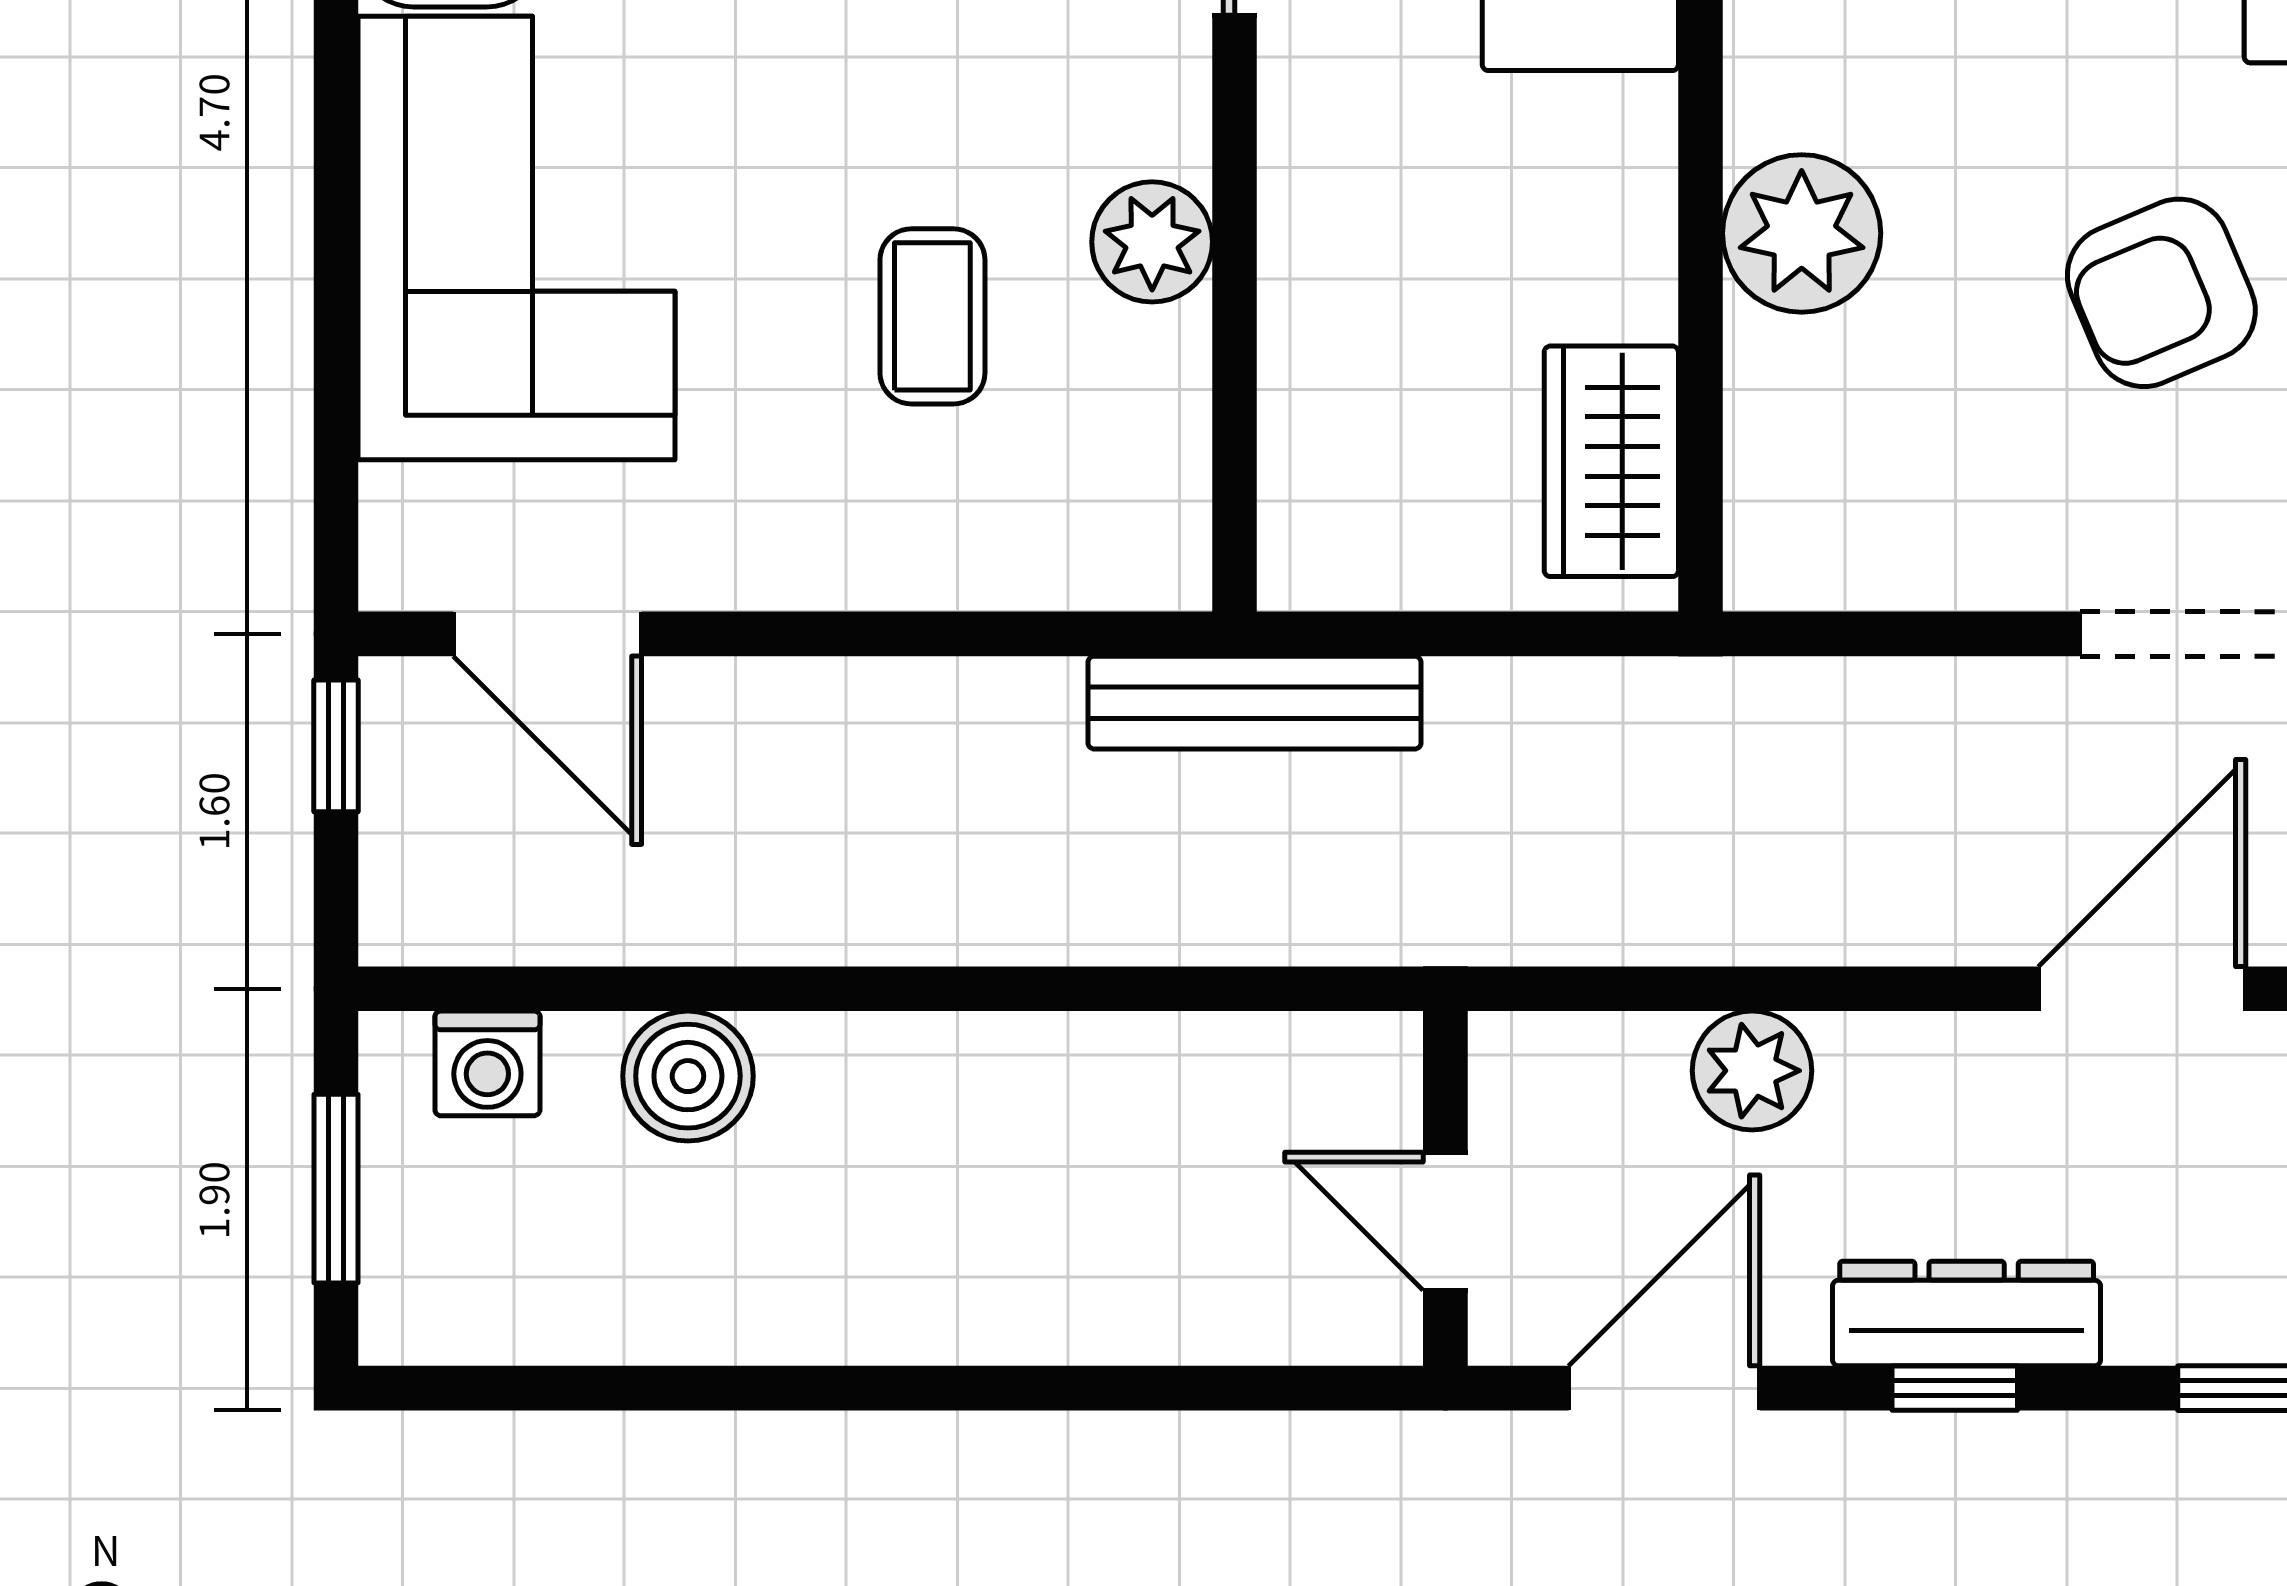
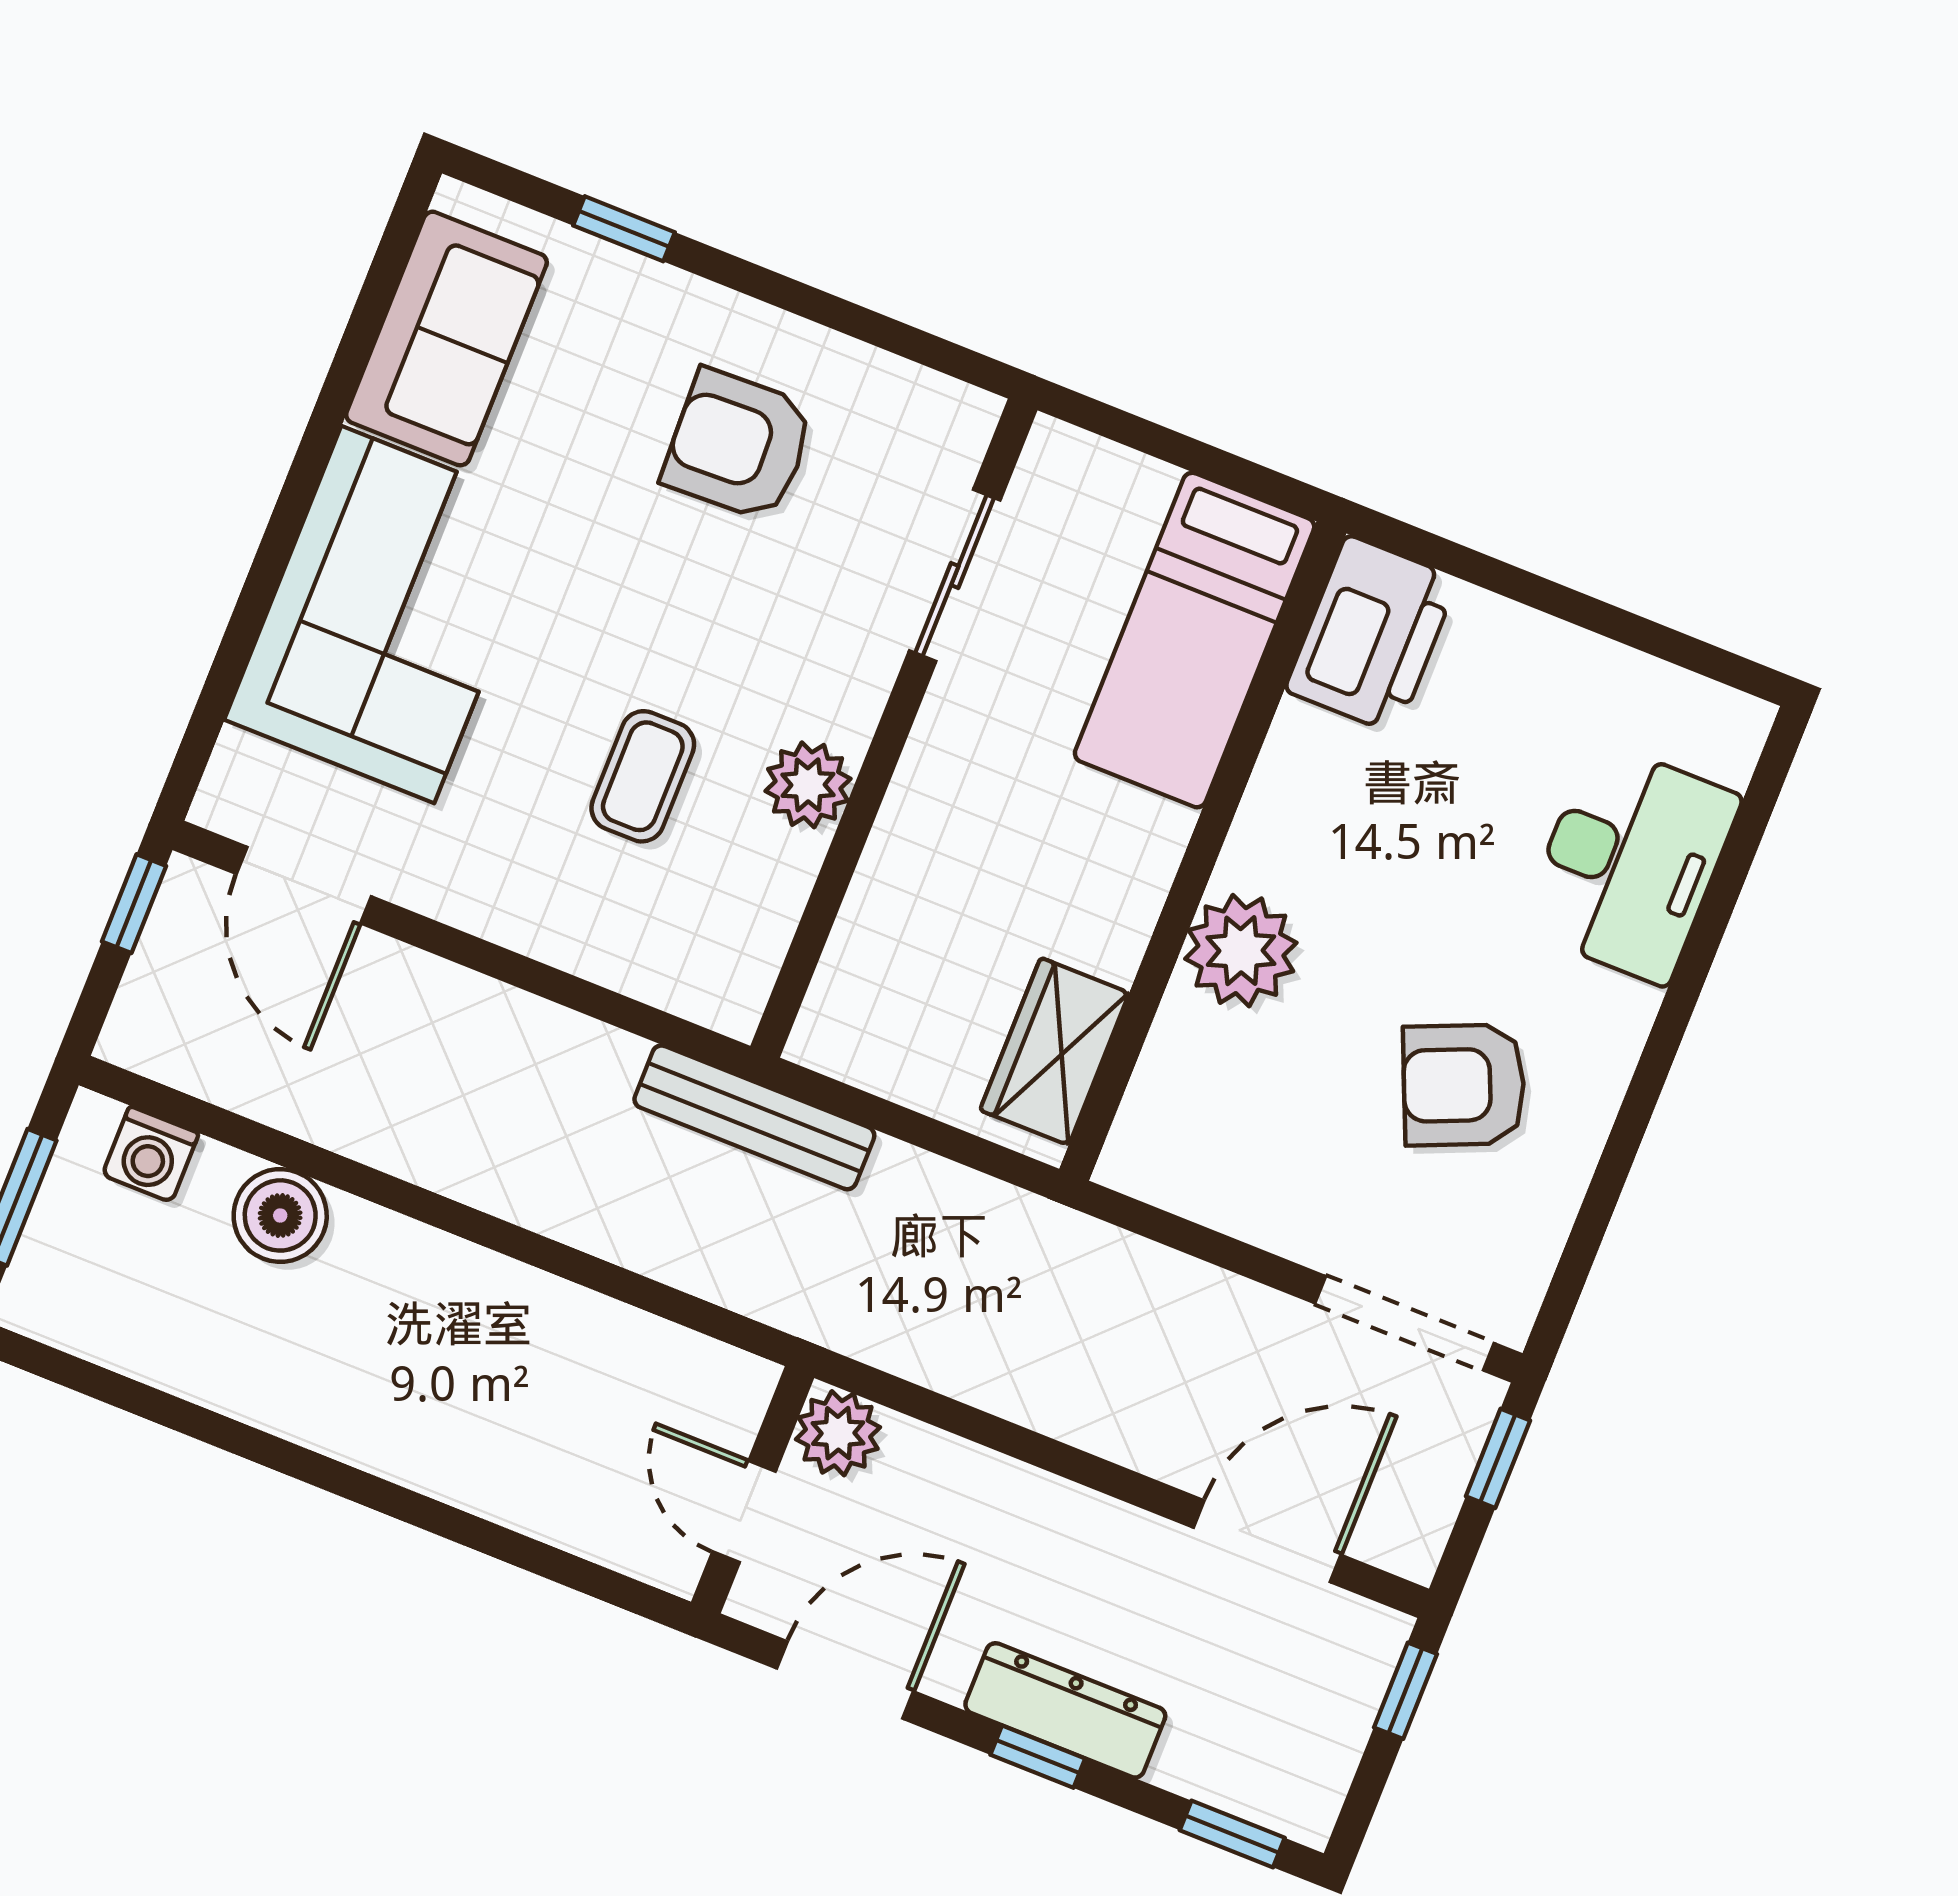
plant: (1752, 1071) -> (838, 1433), moved

